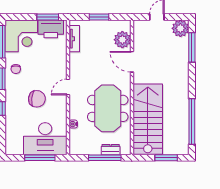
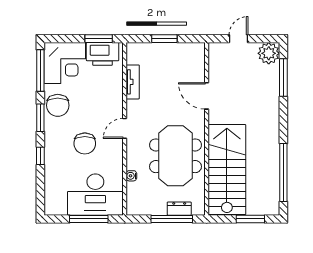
tv unit: (74, 39) -> (133, 82), moved
plant: (122, 40) -> (194, 68), removed
chair: (16, 69) -> (58, 105), width x1.87, depth x1.87
chair: (37, 99) -> (85, 143), turned 84

